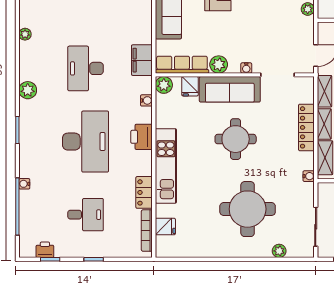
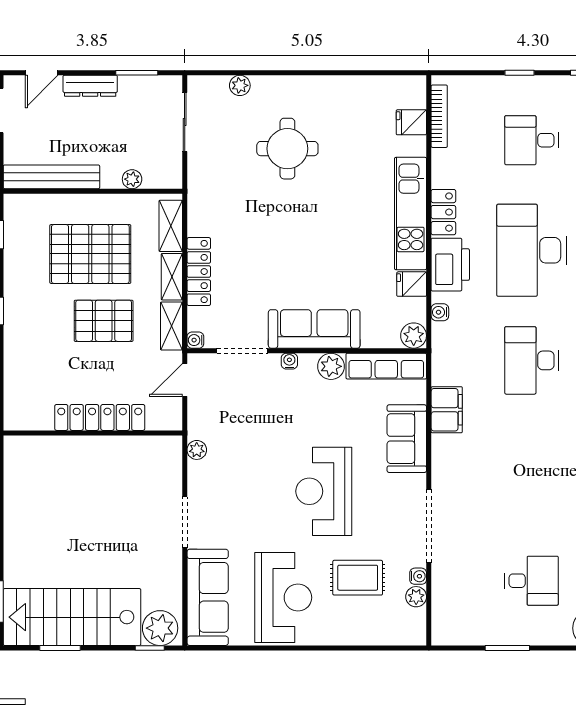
filing cabinet: (142, 60) -> (447, 410), moved
desk: (86, 68) -> (532, 360), turned 180
fridge: (190, 86) -> (412, 284), moved, turned -90
printer: (142, 137) -> (450, 265), width x1.37, depth x1.19
round table: (236, 139) -> (306, 254), removed
water cooler: (309, 176) -> (195, 340), moved
locker: (144, 192) -> (443, 212), moved
round table: (248, 209) -> (287, 149), width x0.73, depth x0.73

